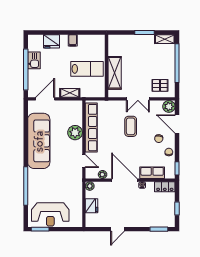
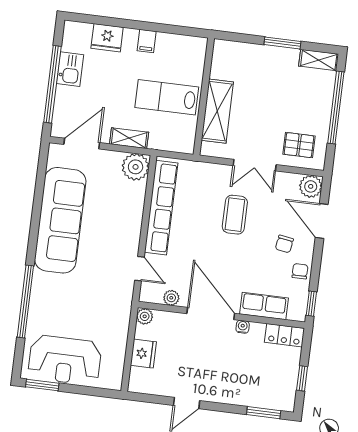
lab bench: (87, 69) -> (167, 97), turned 180
plant: (75, 133) -> (136, 167), moved

